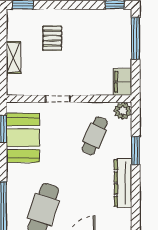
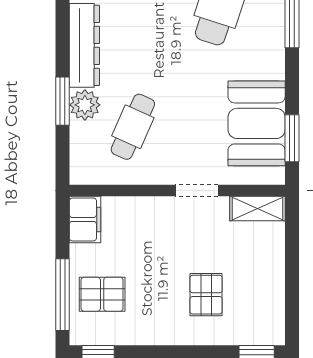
pallet: (113, 38) -> (102, 294), added
shelving: (14, 57) -> (258, 208), moved, turned 90
plant: (123, 111) -> (85, 105), moved

